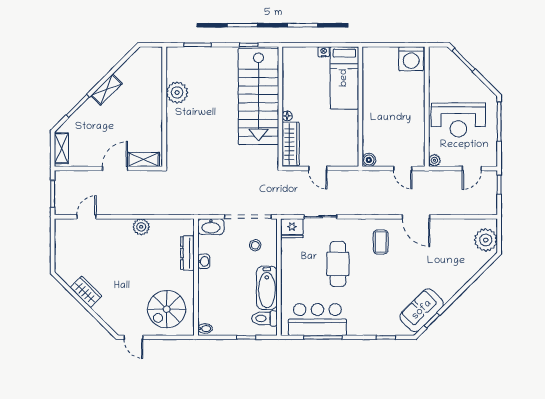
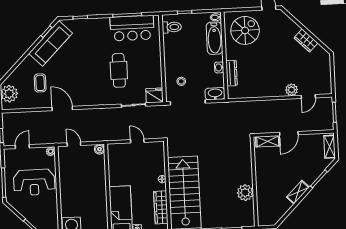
reception desk: (458, 120) -> (34, 182), turned 180
wardrobe: (291, 144) -> (161, 207), moved
plant: (141, 227) -> (292, 90), moved
coffee table: (381, 242) -> (40, 83), moved
bathtub: (267, 288) -> (214, 38), moved, turned 180
sofa: (422, 310) -> (51, 43), width x1.36

